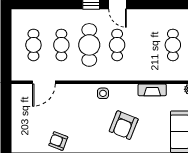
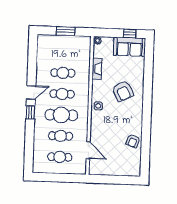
cafe table: (173, 45) -> (63, 73), moved
armchair: (124, 125) -> (123, 91), turned 42

